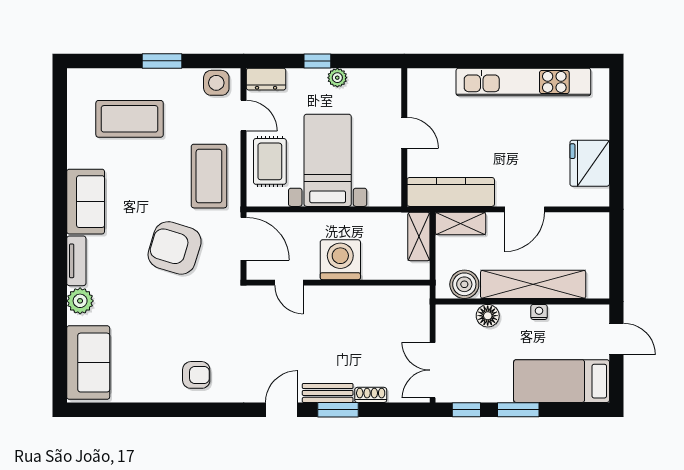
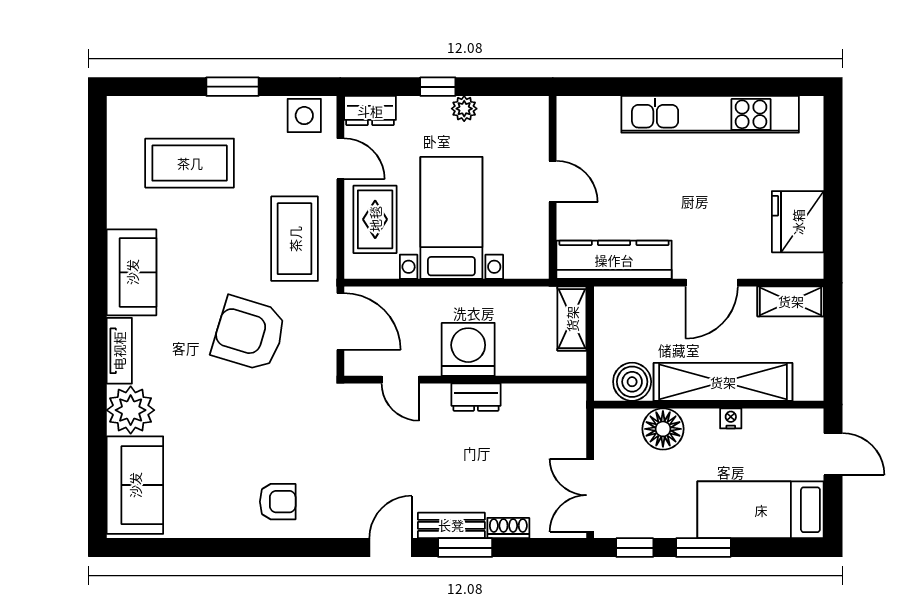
shelving: (461, 223) -> (791, 301), moved
dresser: (346, 296) -> (476, 397), added
plant: (80, 301) -> (131, 410), width x1.36, depth x1.36
floor lamp: (488, 316) -> (663, 429), width x1.38, depth x1.38

